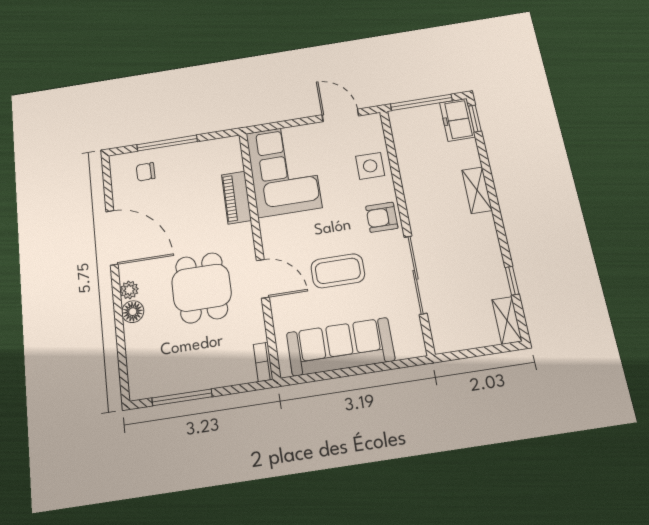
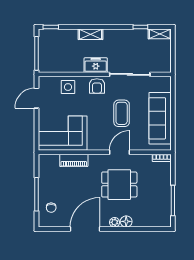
freezer: (457, 120) -> (96, 65), moved, turned 180

